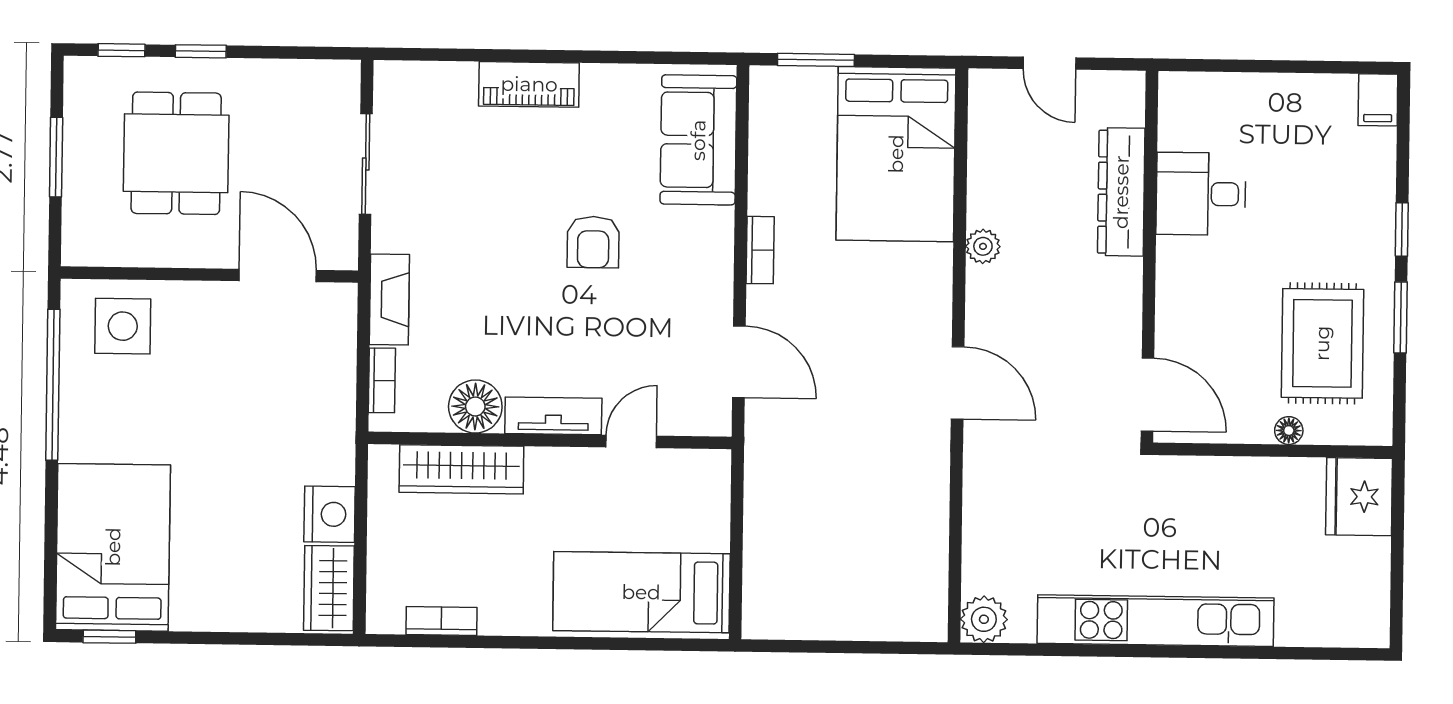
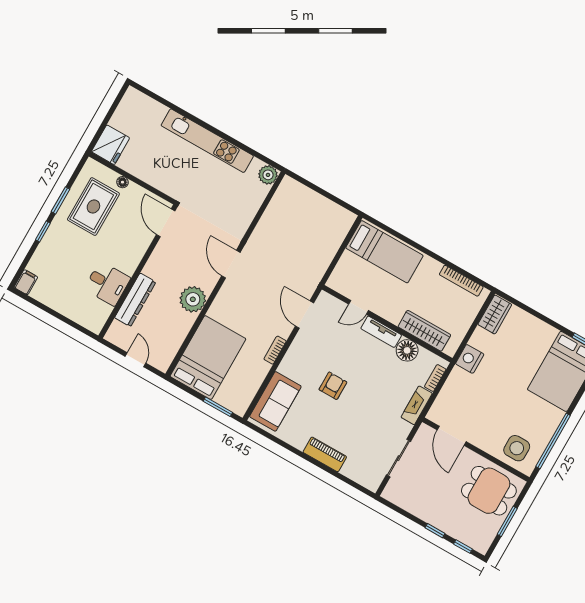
dining table: (176, 153) -> (489, 491), moved, turned 90
plant: (983, 246) -> (193, 299), width x1.88, depth x1.88
nightstand: (330, 514) -> (470, 359), moved
bookcase: (441, 621) -> (461, 281), width x1.56

